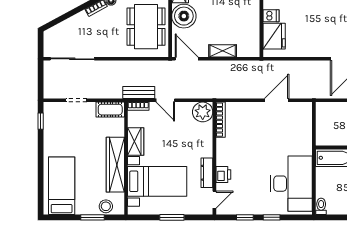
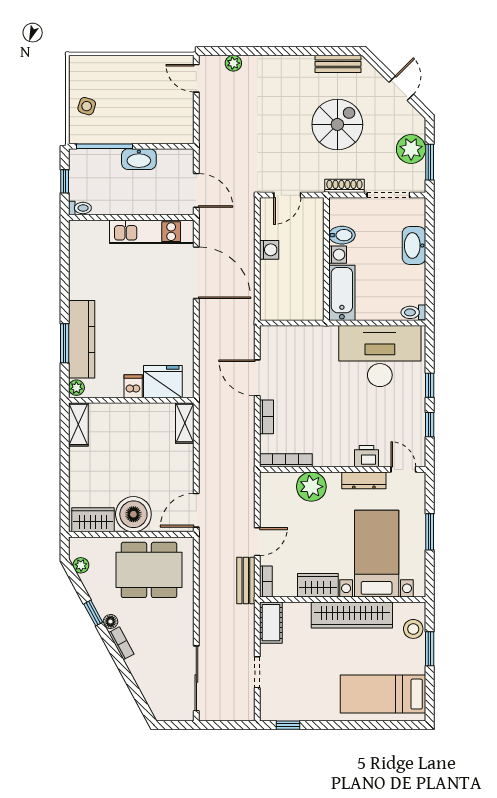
shelving: (223, 51) -> (185, 423), moved
bookcase: (250, 107) -> (267, 417), added
plant: (203, 112) -> (311, 487), moved

